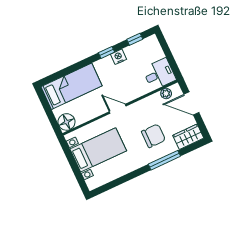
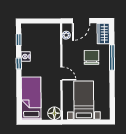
desk: (159, 74) -> (51, 34), removed
door: (118, 109) -> (61, 74), swing flipped

